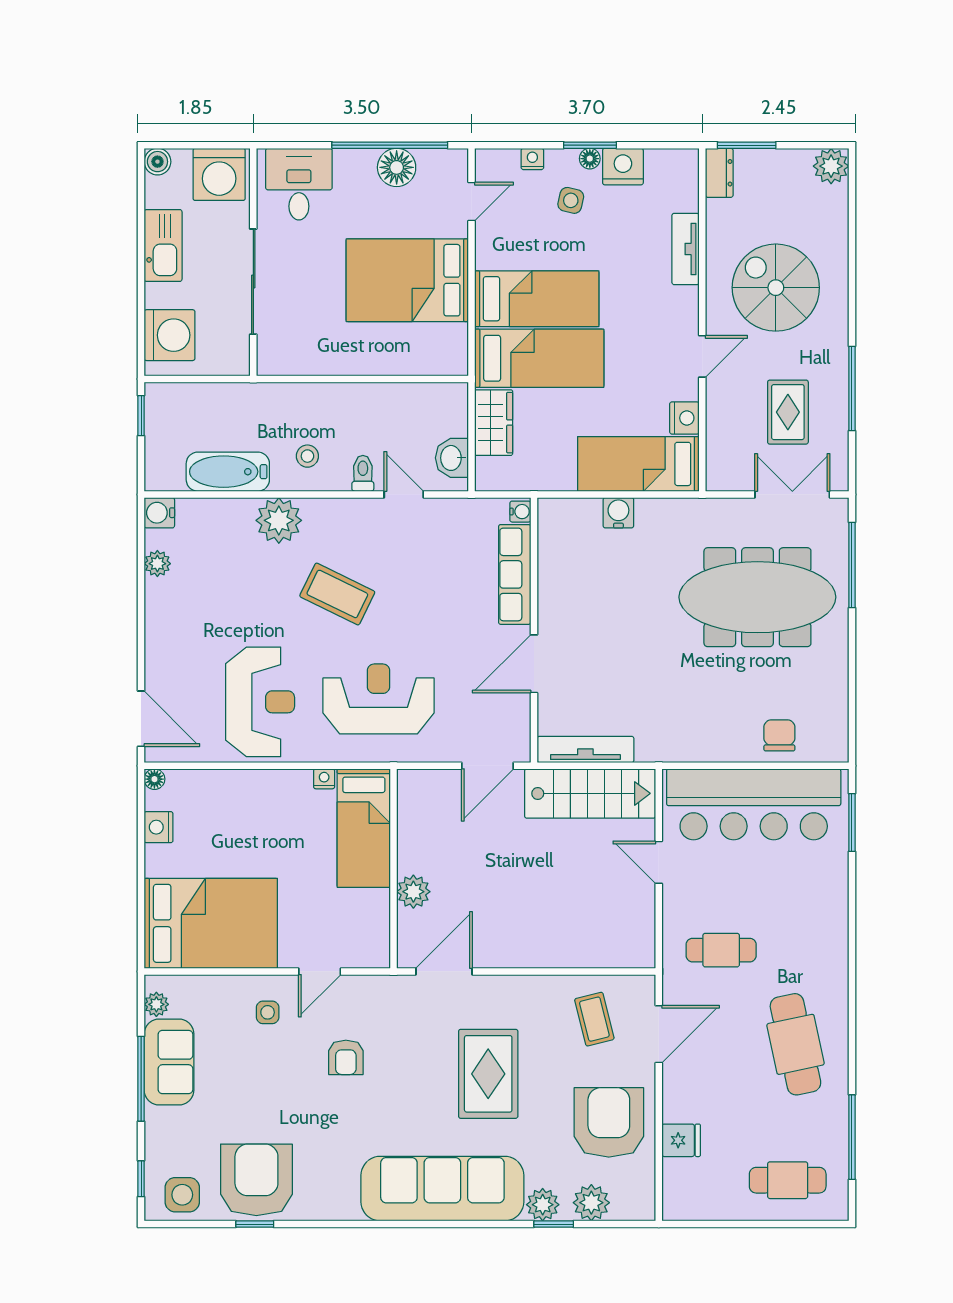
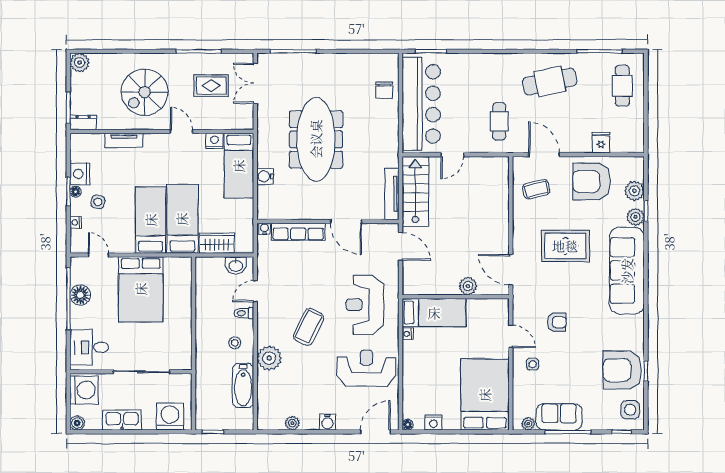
water cooler: (159, 513) -> (327, 422), moved
meeting table: (757, 597) -> (316, 139), moved
chair: (779, 735) -> (384, 90), turned -90

